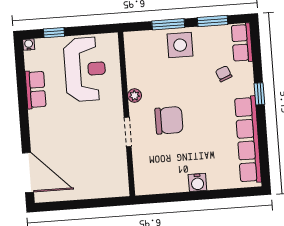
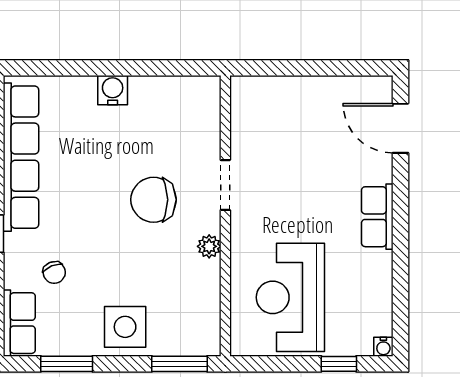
window: (168, 24) -> (180, 364), moved
row of seats: (36, 90) -> (377, 217), moved
door: (28, 173) -> (401, 128), width x0.73

